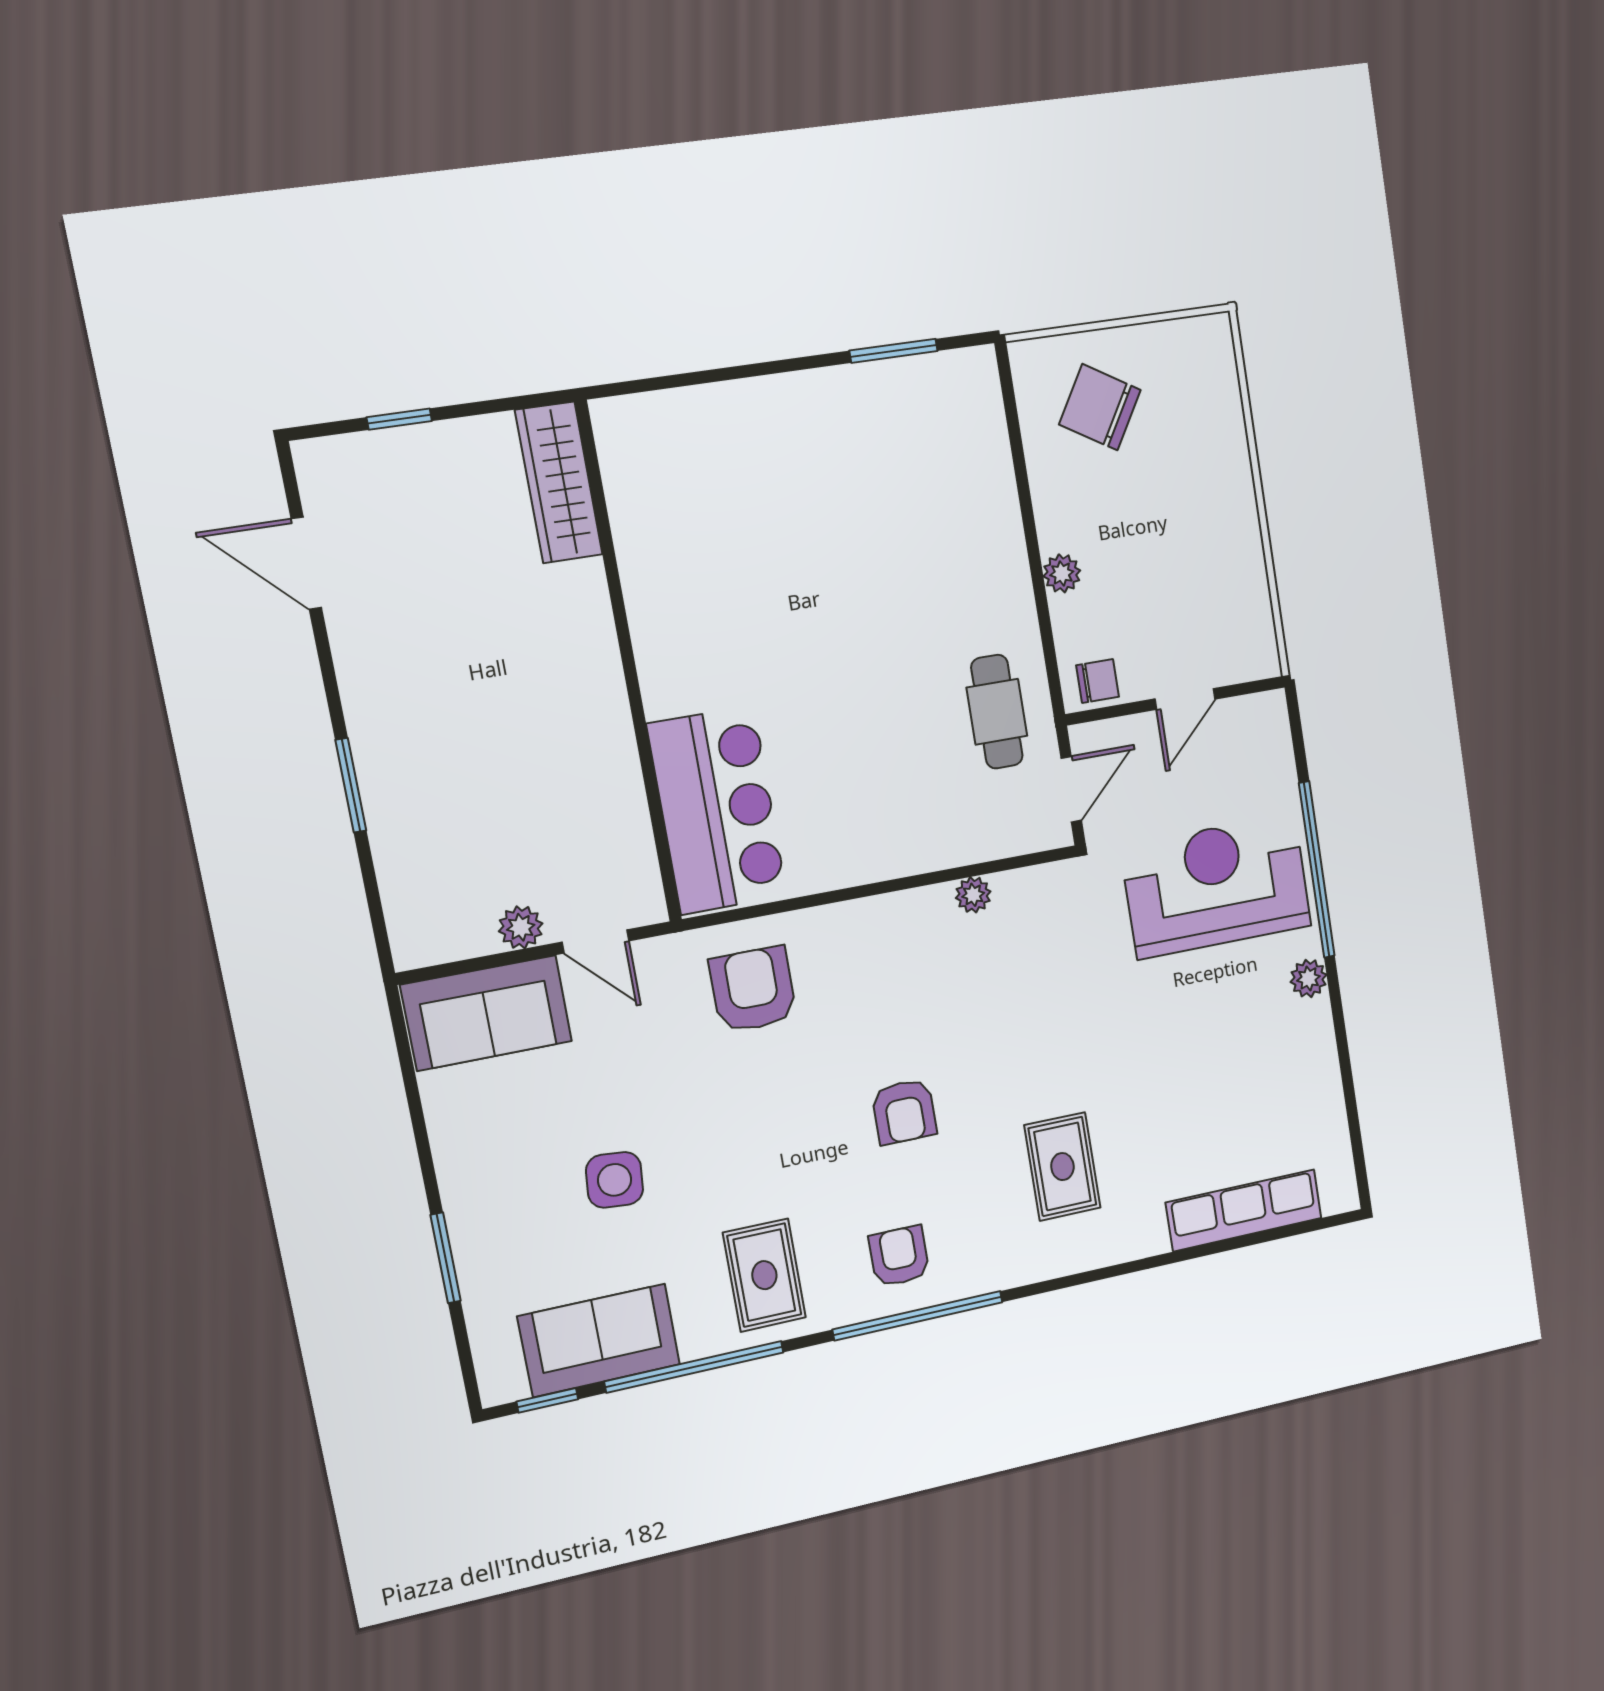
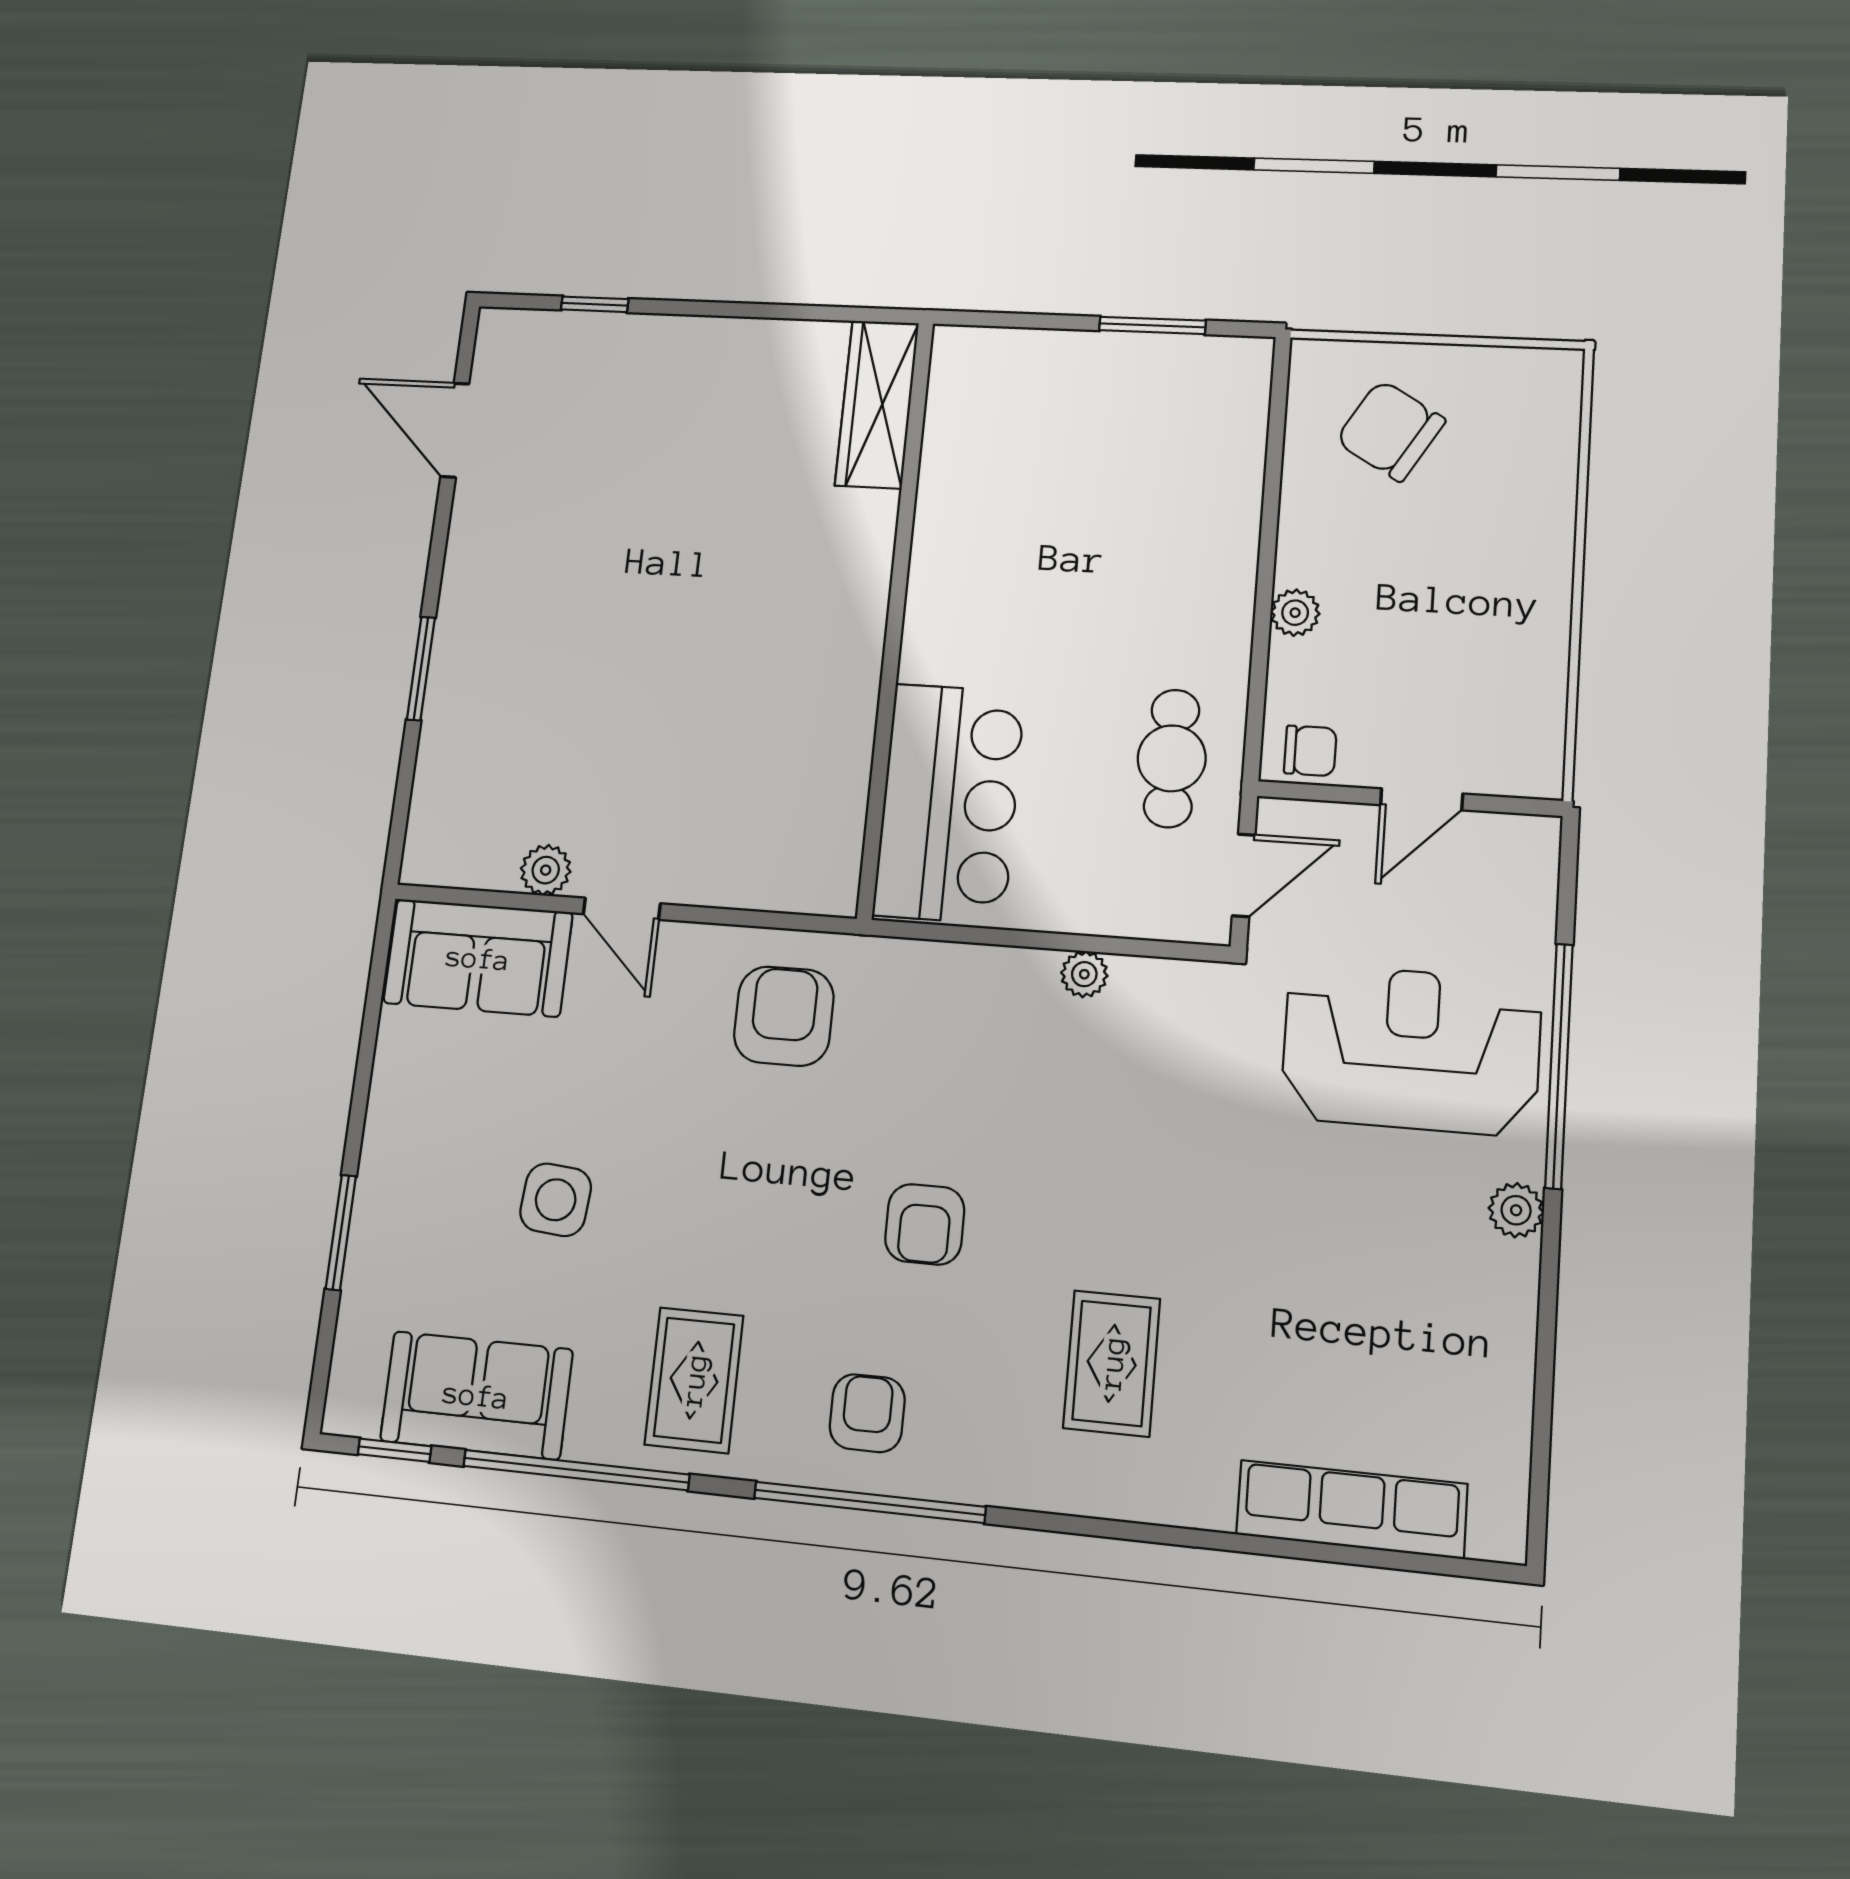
wardrobe: (559, 482) -> (877, 404), moved
wall: (629, 664) -> (896, 614), moved
bar counter: (717, 810) -> (949, 803), moved

